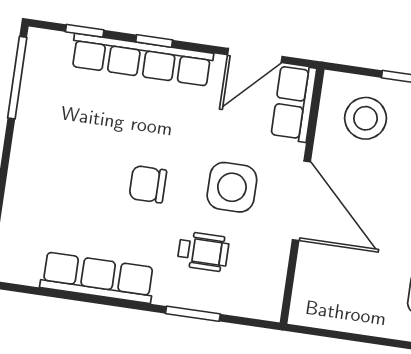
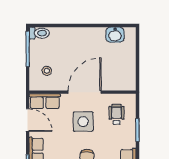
stool: (366, 118) -> (47, 71), width x0.53, depth x0.53
wheelchair: (203, 251) -> (117, 114), moved

